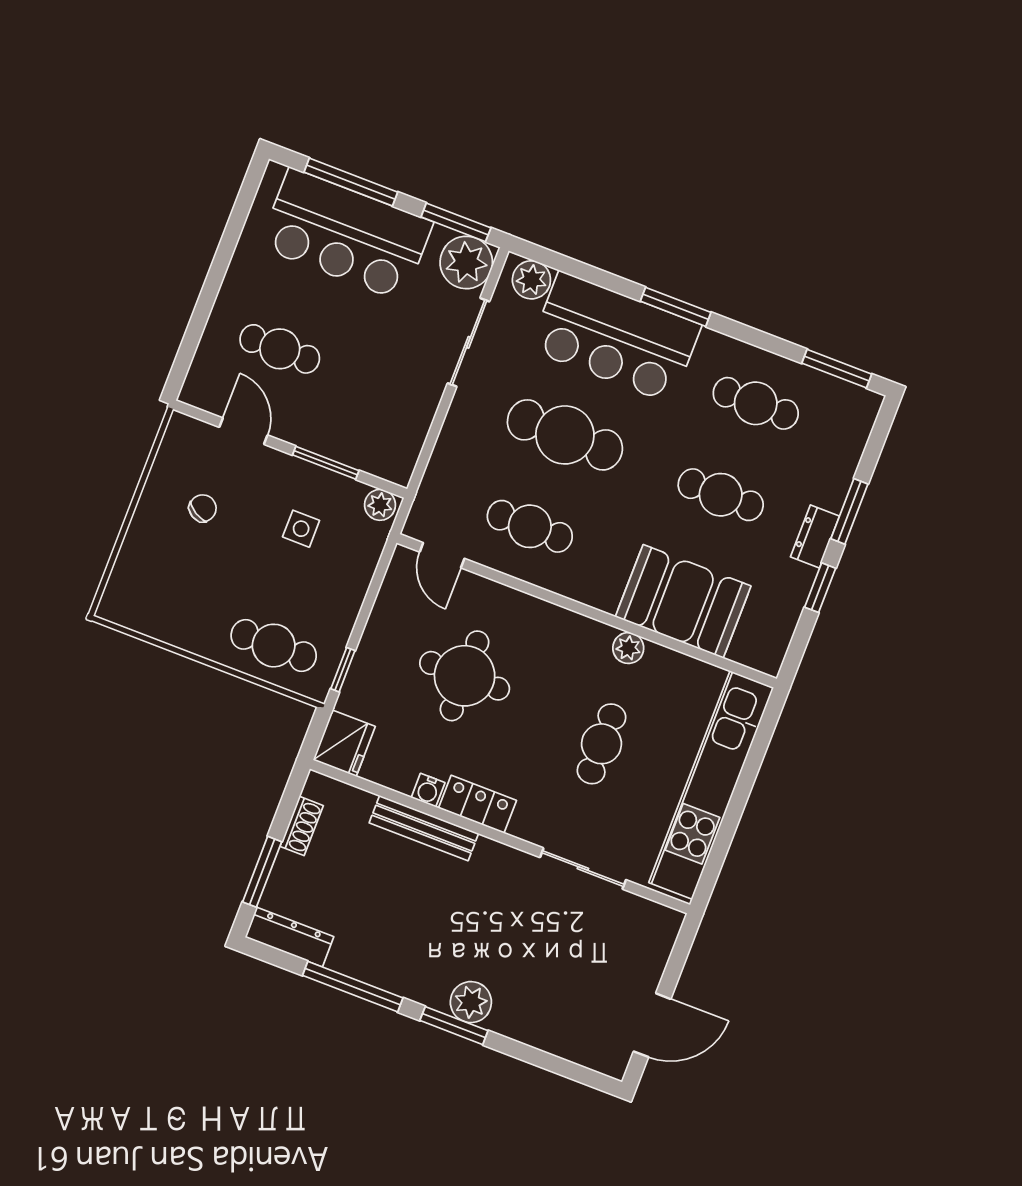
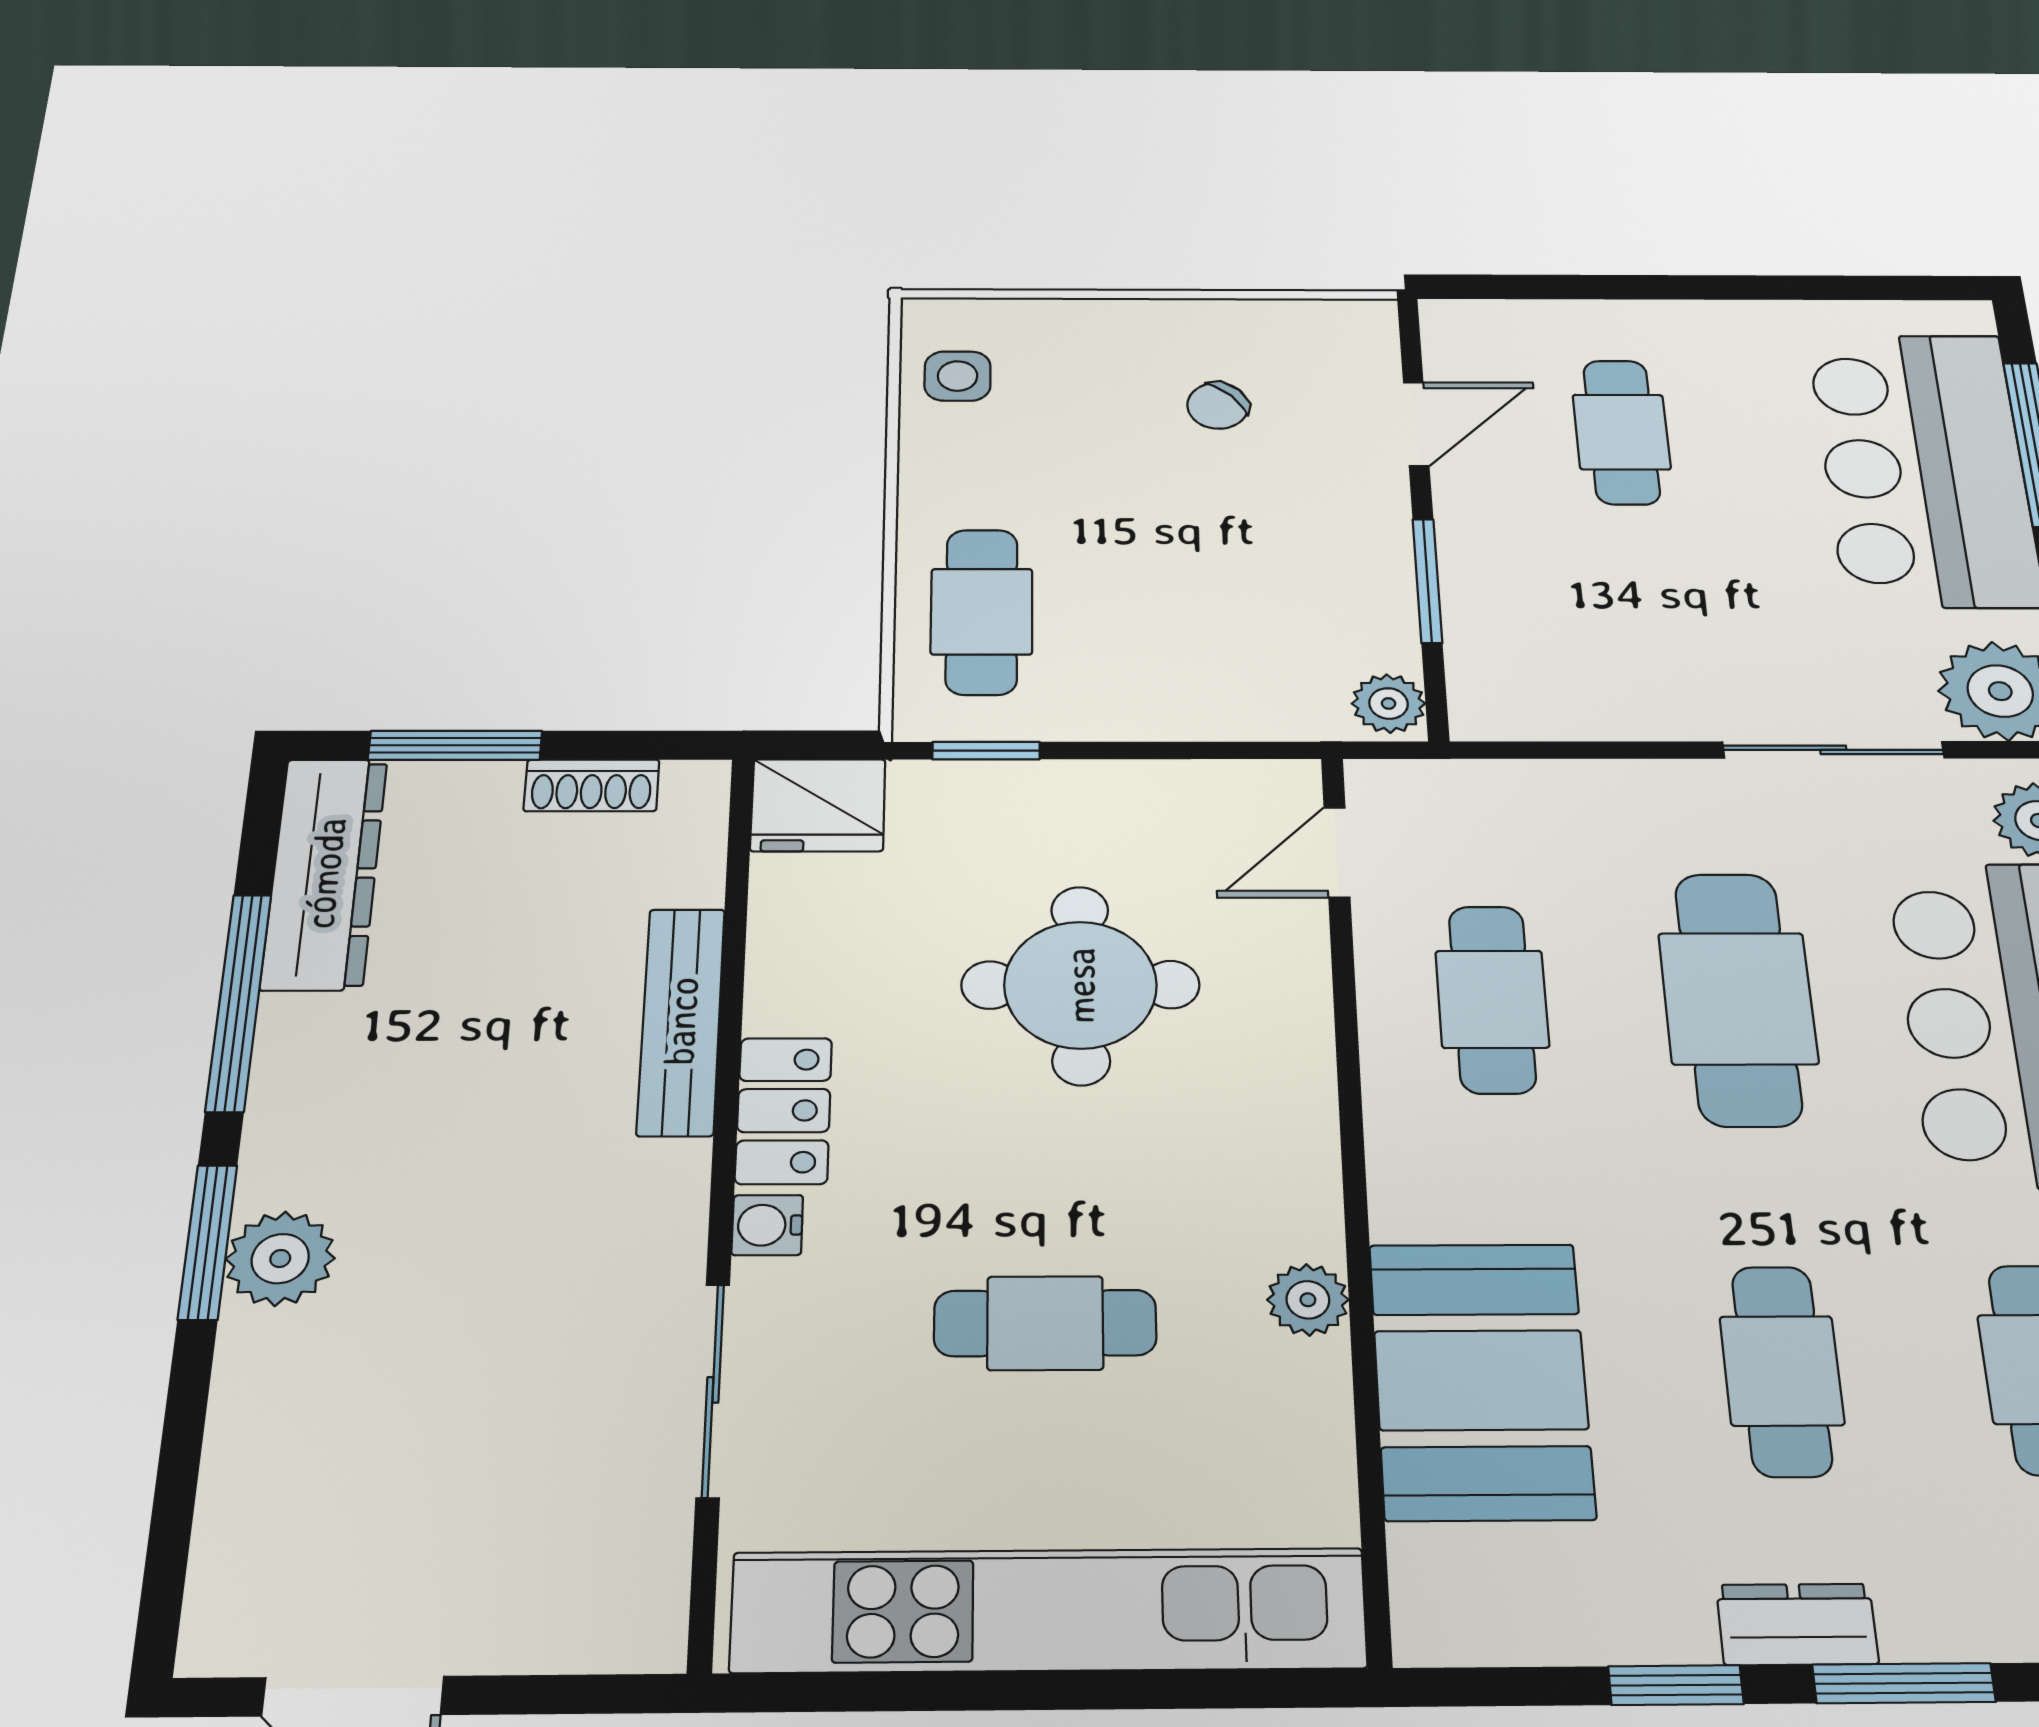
chair: (203, 508) -> (1218, 406), turned 105
side table: (301, 529) -> (958, 376), moved
water cooler: (428, 790) -> (767, 1225), moved
dresser: (289, 937) -> (325, 873), width x1.37, depth x1.24

